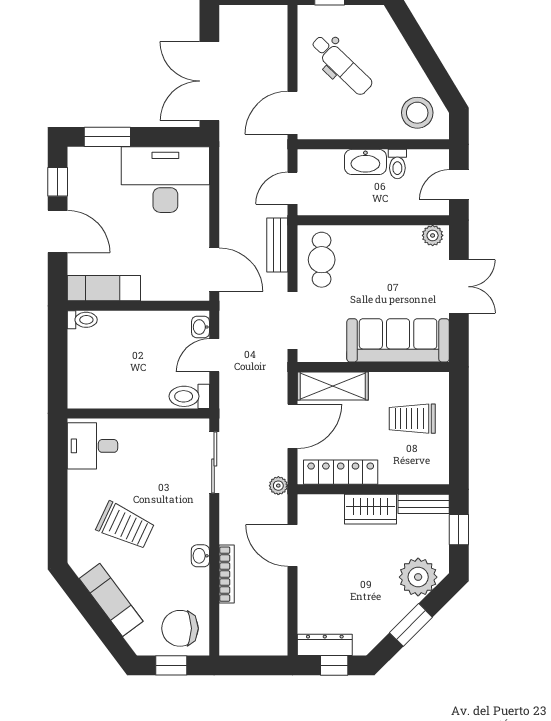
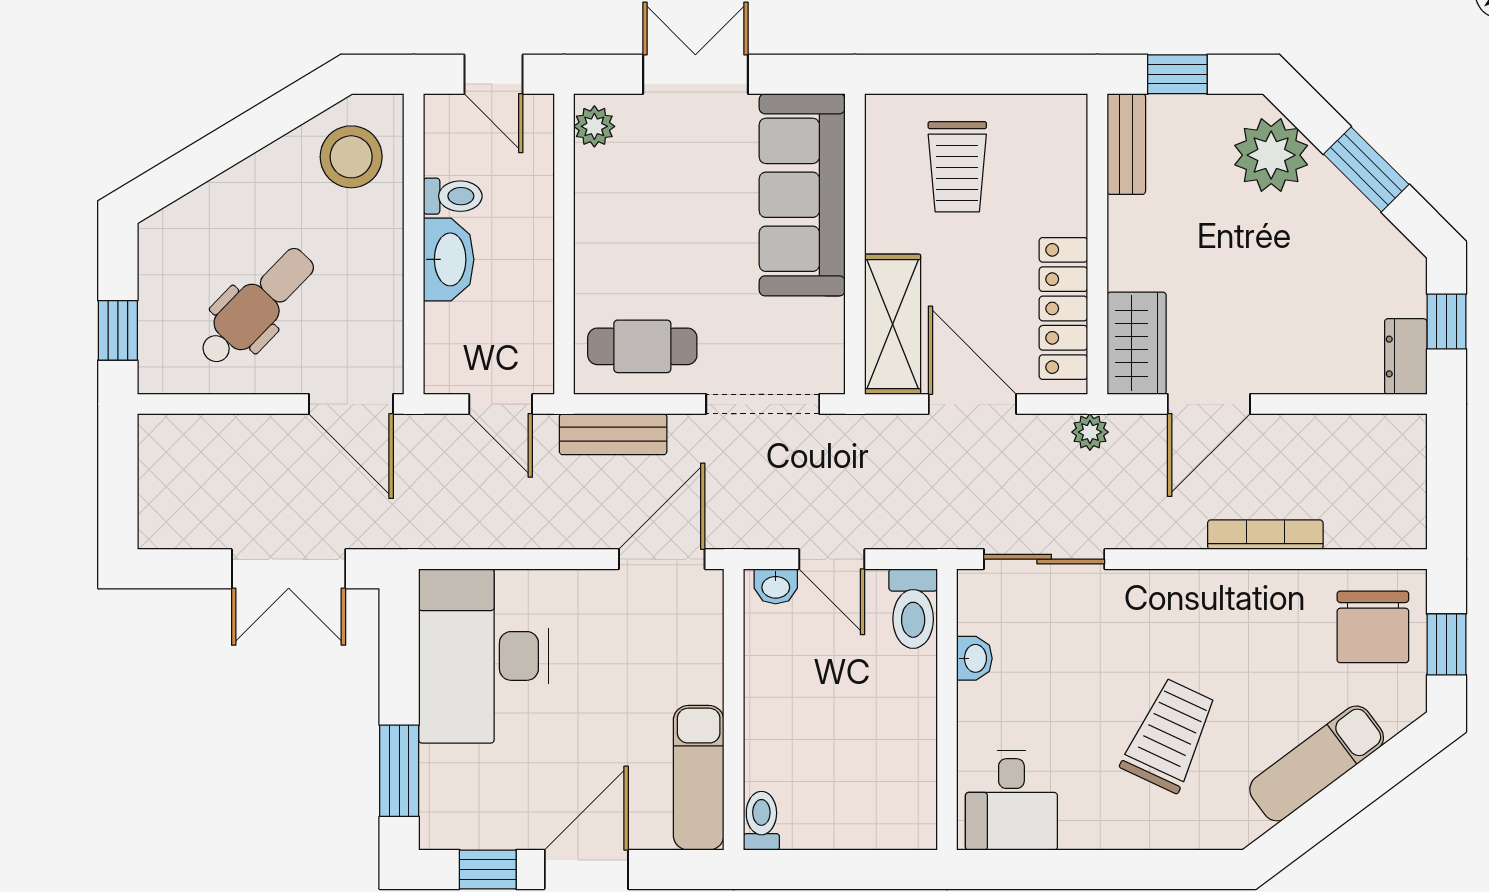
double door: (209, 81) -> (289, 569), width x0.73
wardrobe: (371, 509) -> (1137, 343), moved
washbasin: (200, 556) -> (974, 658), moved, turned -90
dresser: (325, 645) -> (1406, 357), width x0.70

